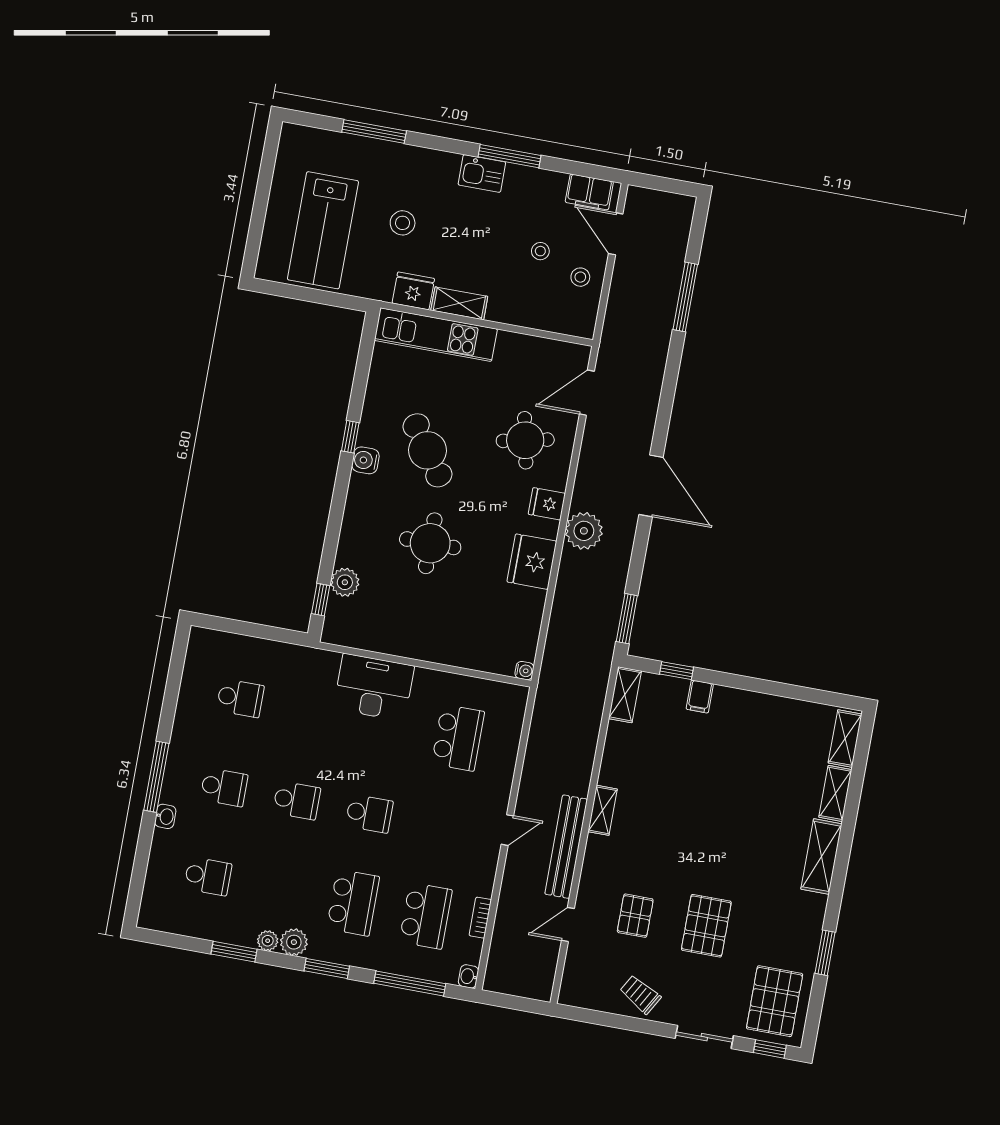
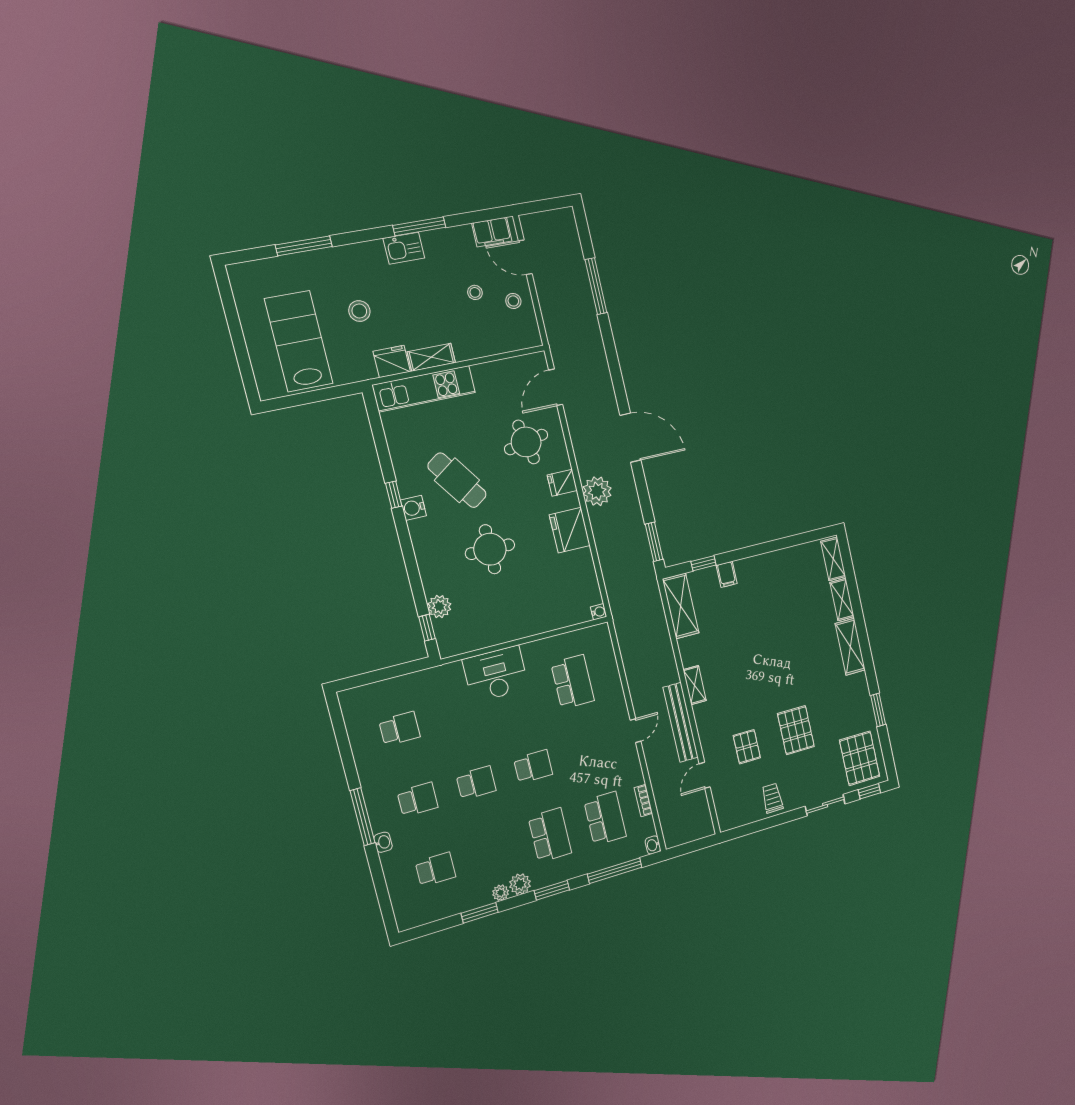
lab bench: (323, 230) -> (299, 341), turned 180
shelving: (625, 695) -> (681, 606), width x1.50, depth x1.33
trolley: (640, 994) -> (772, 798), turned 60

